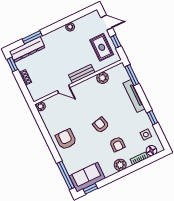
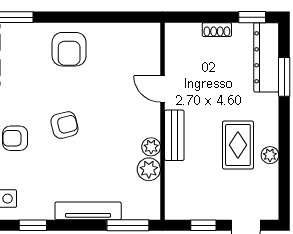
rug: (102, 47) -> (238, 145), moved, turned 90
door: (64, 89) -> (162, 89), hinge flipped
plant: (41, 106) -> (151, 147), moved
armchair: (66, 139) -> (69, 49), turned 90

